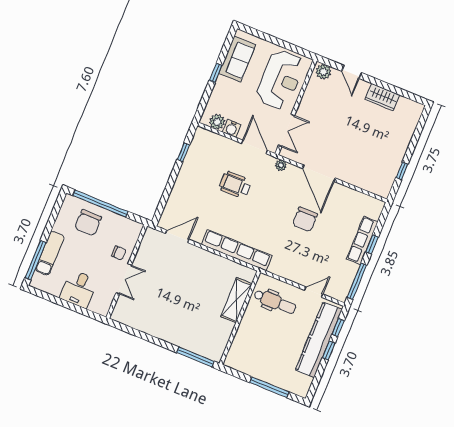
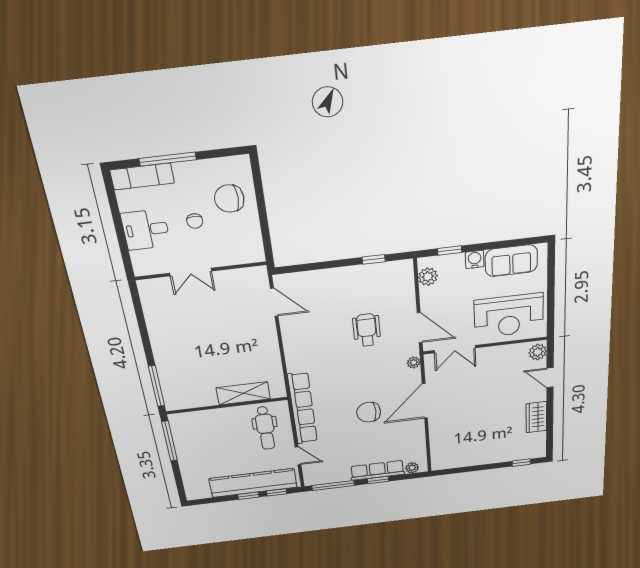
door: (352, 72) -> (550, 378), hinge flipped
window: (216, 73) -> (450, 250), moved
water cooler: (232, 128) -> (475, 259), moved, turned 90
door: (254, 147) -> (420, 328), hinge flipped
window: (402, 171) -> (521, 463), moved
window: (101, 204) -> (261, 201), removed
plant: (375, 213) -> (412, 468), added
row of seats: (237, 250) -> (303, 408), moved
exam couch: (50, 253) -> (142, 177), moved
chair: (119, 253) -> (195, 221), moved
window: (36, 260) -> (168, 159), moved
window: (269, 387) -> (169, 441), moved

